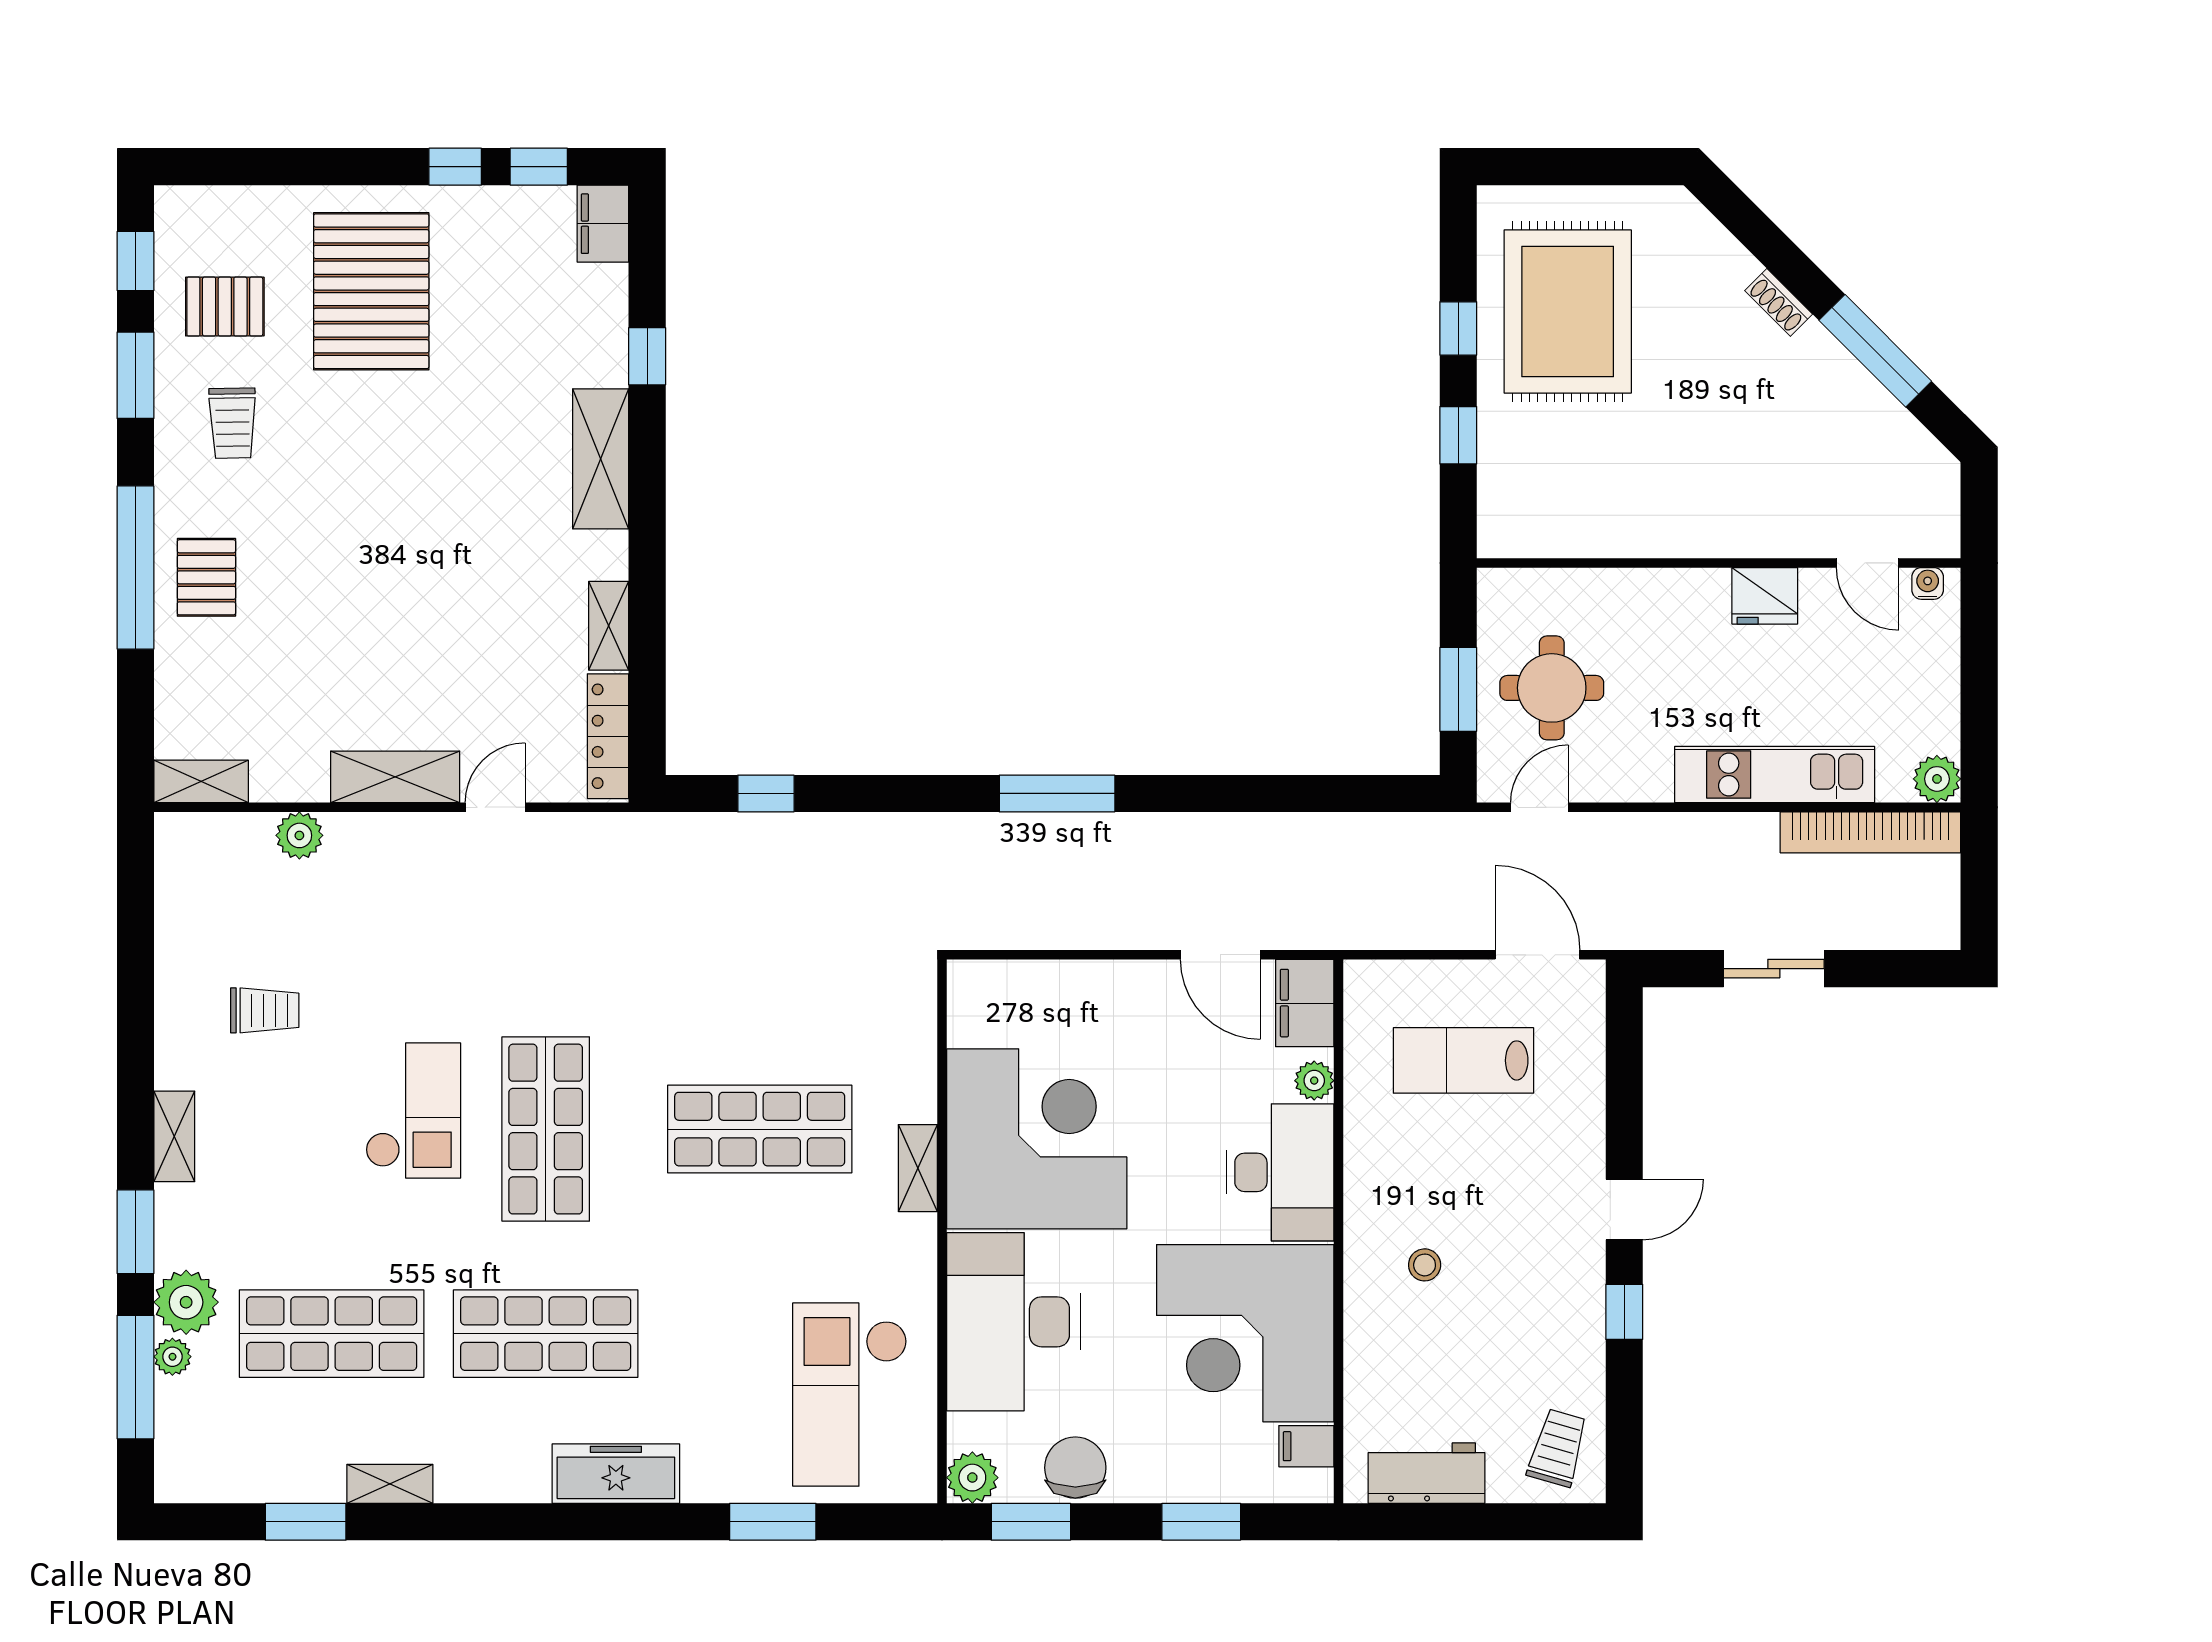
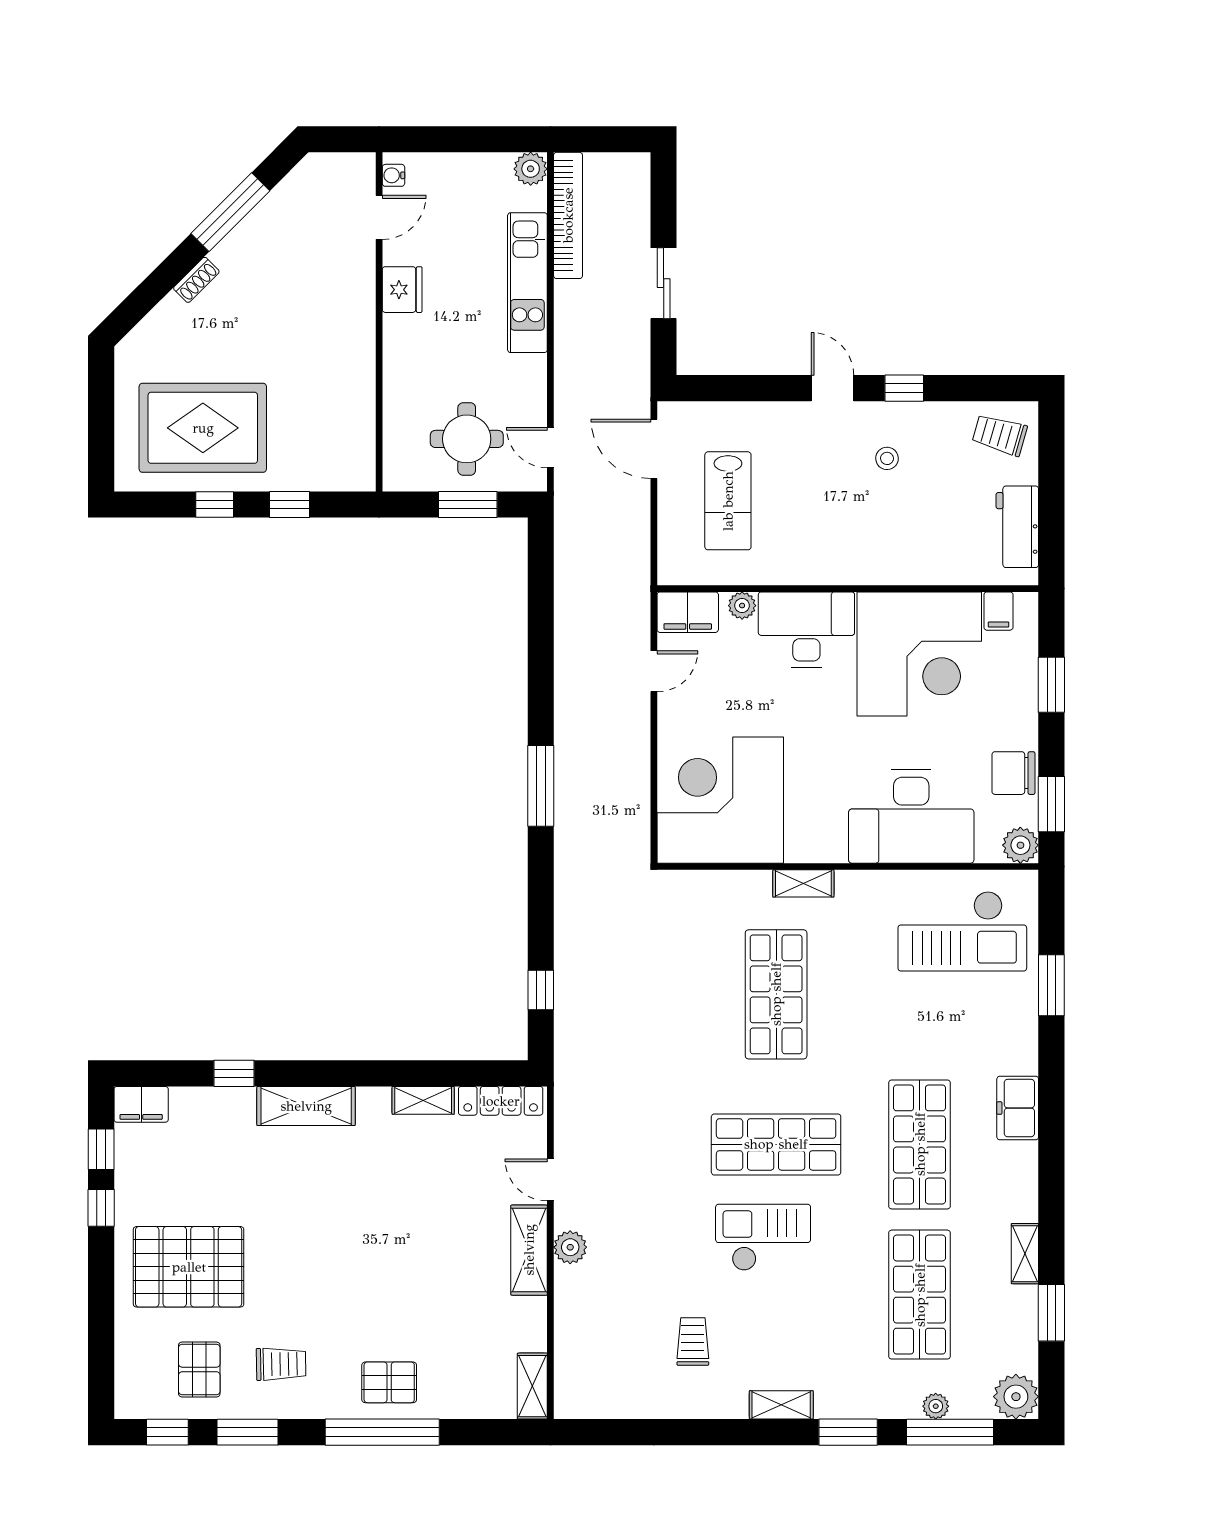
plant: (299, 835) -> (570, 1247), moved
door: (1220, 955) -> (654, 671), width x0.73
door: (1538, 955) -> (654, 449), hinge flipped
corner desk: (1037, 1139) -> (720, 800), moved
stool: (1425, 1265) -> (887, 458), moved
plant: (186, 1302) -> (1016, 1397), moved
freezer: (616, 1474) -> (1018, 1108), width x0.71

